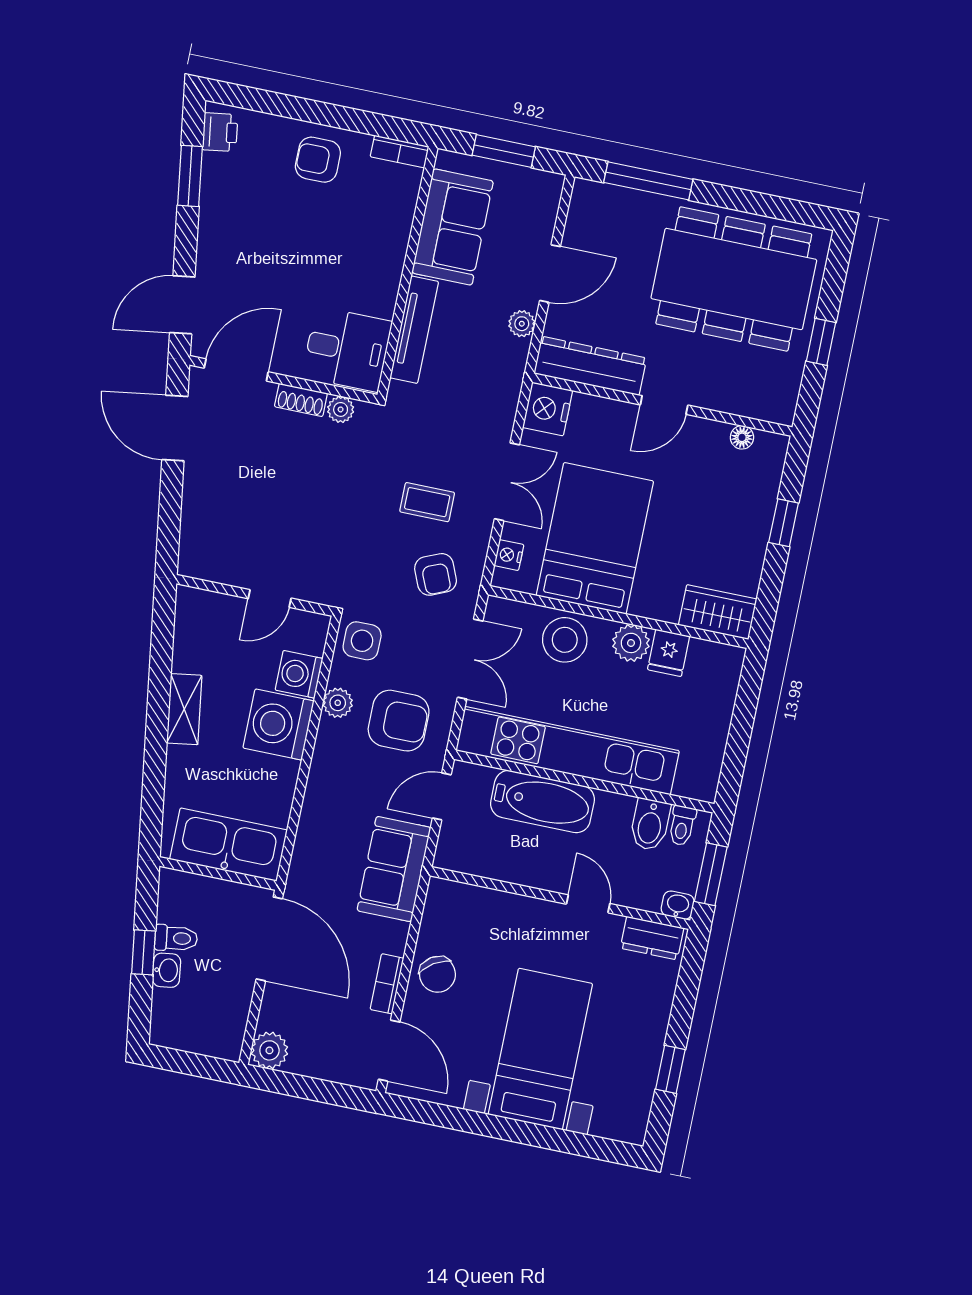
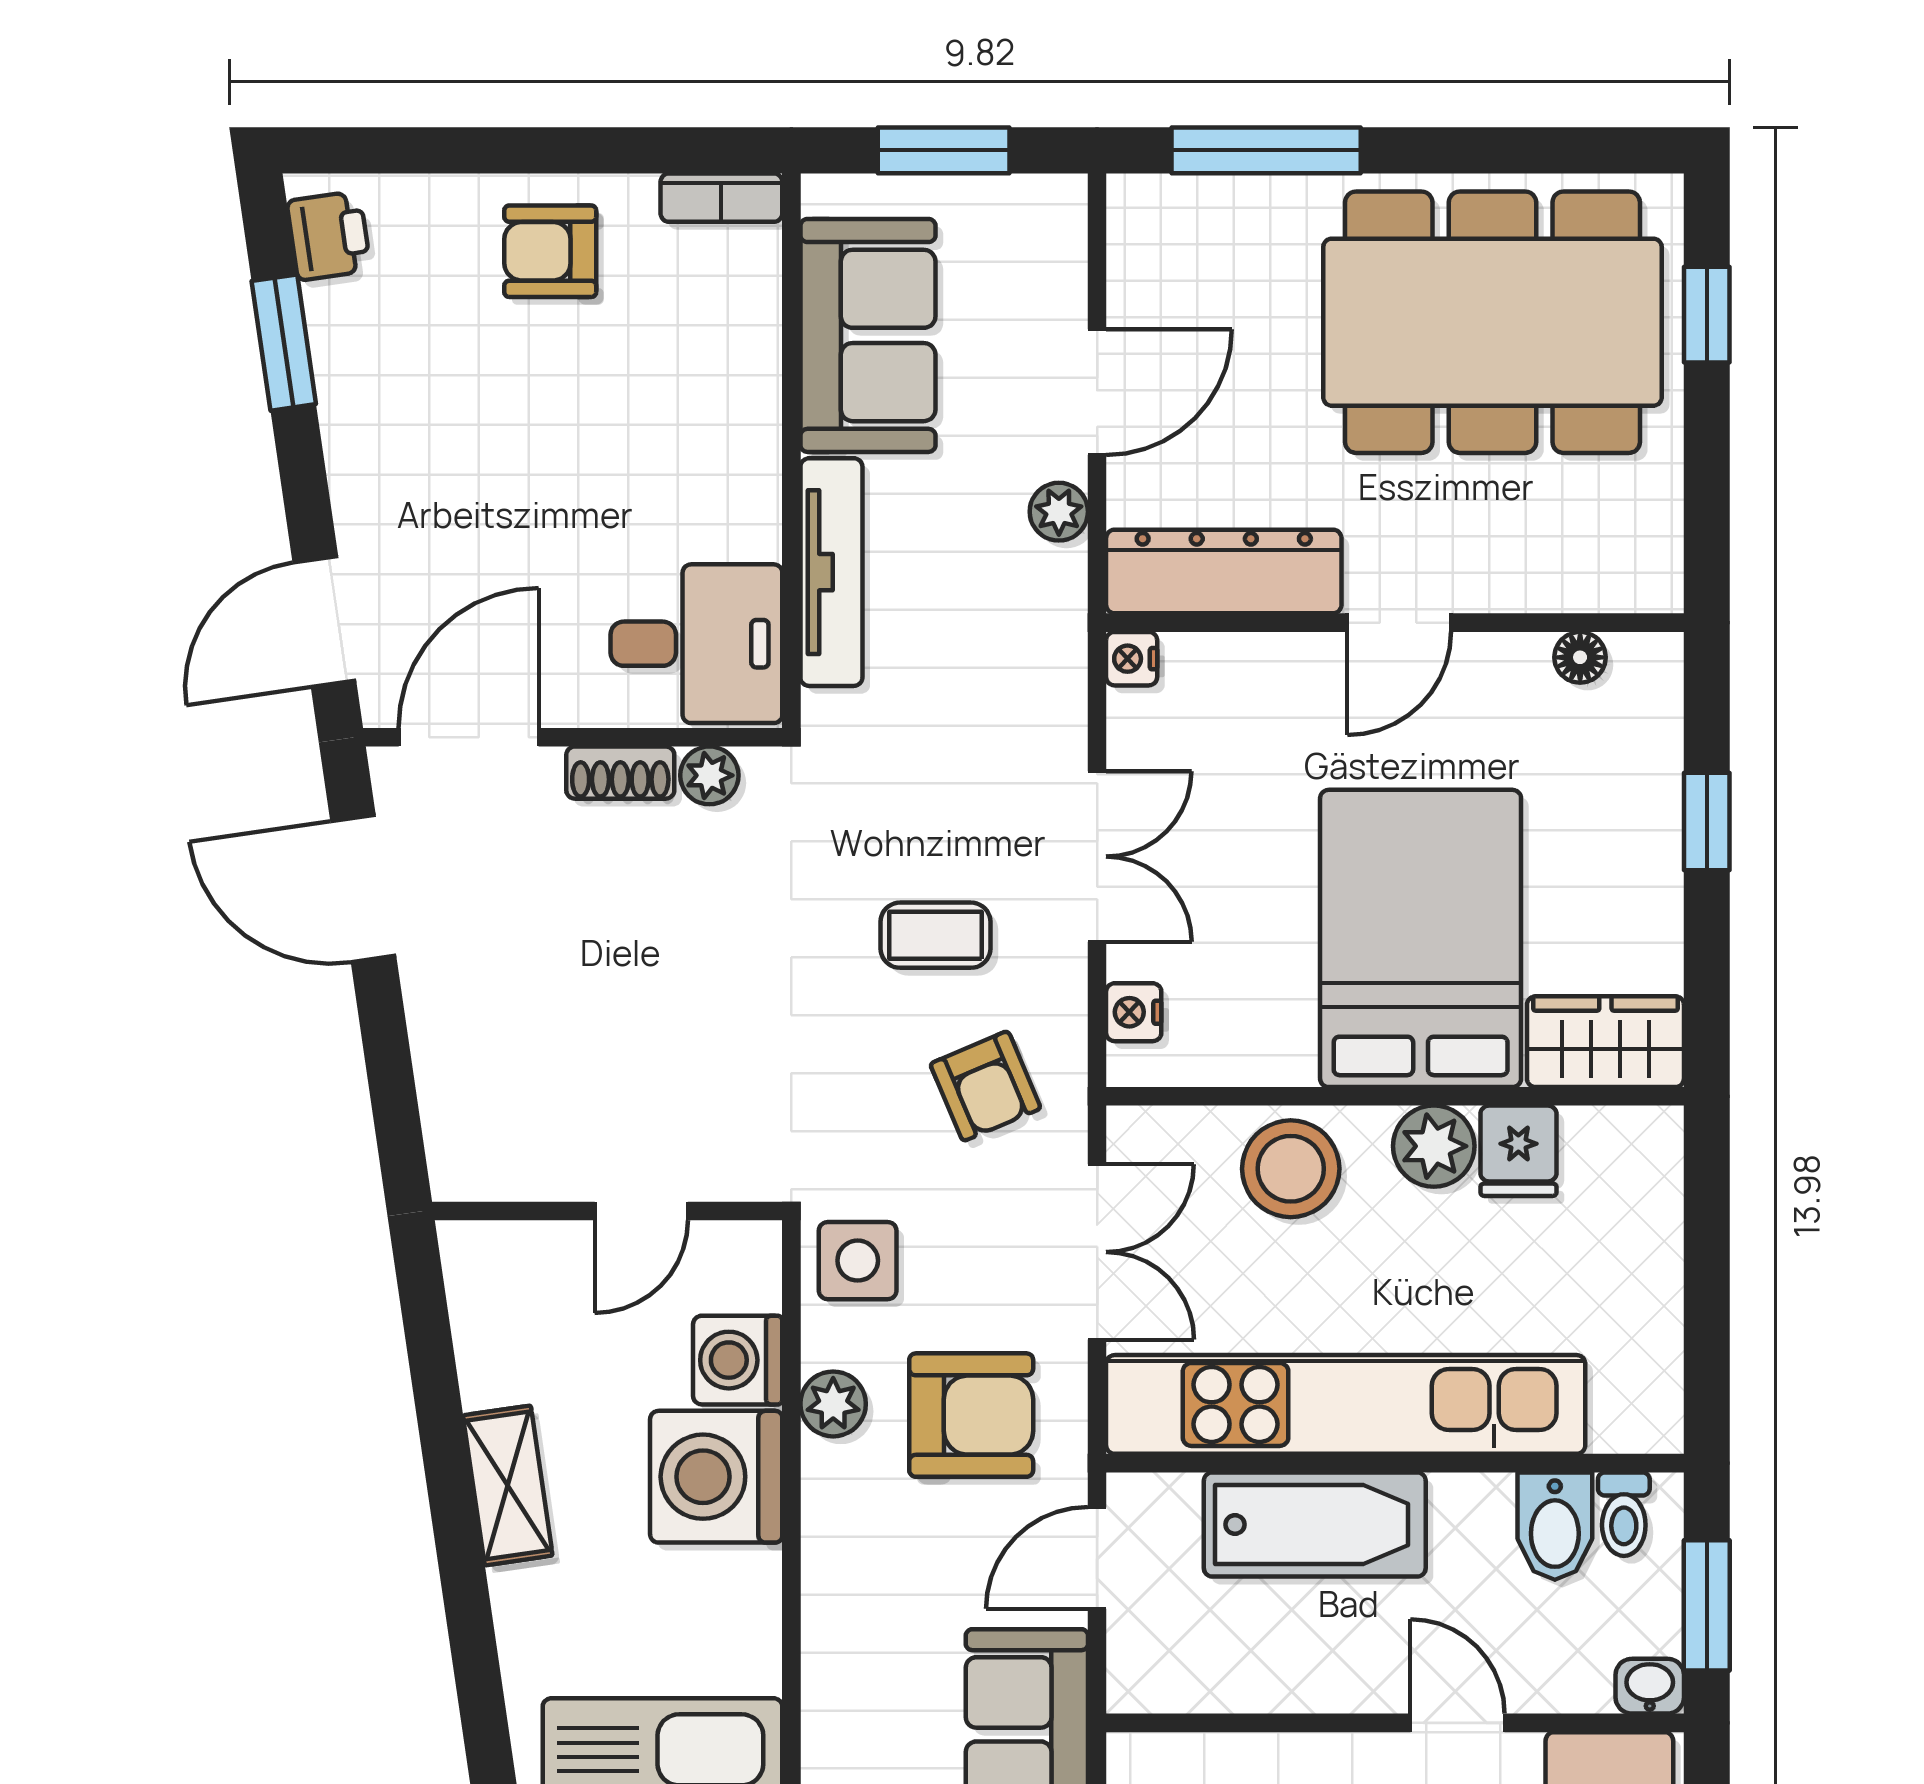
window: (821, 342) -> (1707, 315), moved
nightstand: (548, 409) -> (1132, 659), width x0.53, depth x0.56
bed: (595, 538) -> (1421, 938), moved

